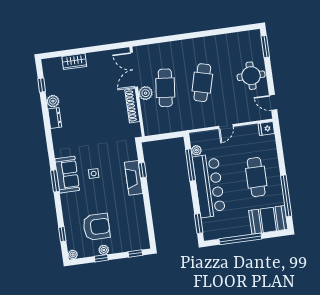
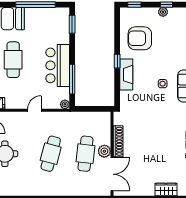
plant: (196, 150) -> (65, 104), moved
window: (142, 170) -> (117, 61), moved
bar counter: (209, 186) -> (58, 65), width x0.73
armchair: (96, 227) -> (140, 38), moved

